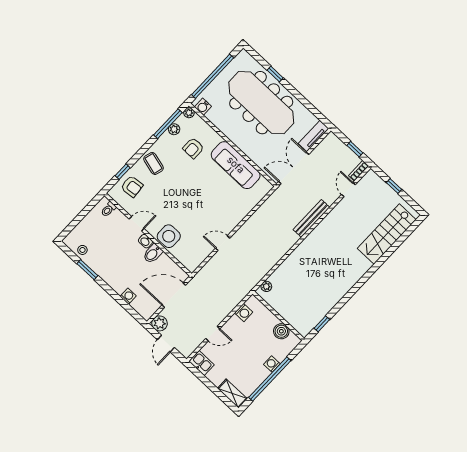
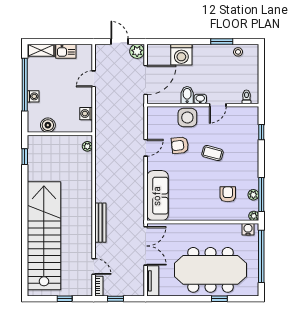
coffee table: (154, 163) -> (212, 153), moved
sofa: (236, 165) -> (158, 196), moved, turned 90
armchair: (132, 186) -> (180, 145), moved
stairs: (387, 234) -> (44, 236), width x1.86, depth x1.51
washing machine: (128, 296) -> (181, 55), width x1.89, depth x1.89
kitchen sink: (202, 363) -> (66, 51), moved

